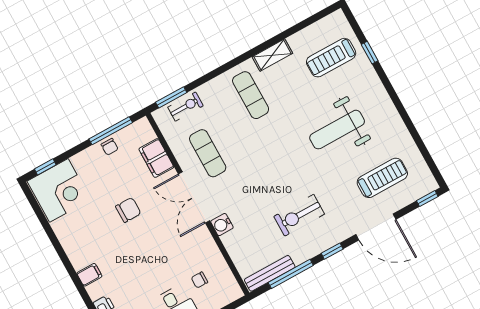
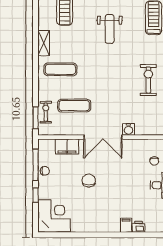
weight bench: (337, 130) -> (110, 29), width x0.73, depth x0.75
exercise mat: (208, 153) -> (74, 106), moved
window: (45, 167) -> (36, 195), moved
exercise bike: (299, 215) -> (148, 80), turned 180
filing cabinet: (89, 275) -> (126, 225), moved

